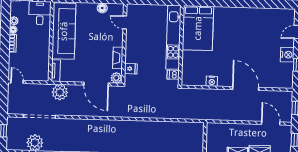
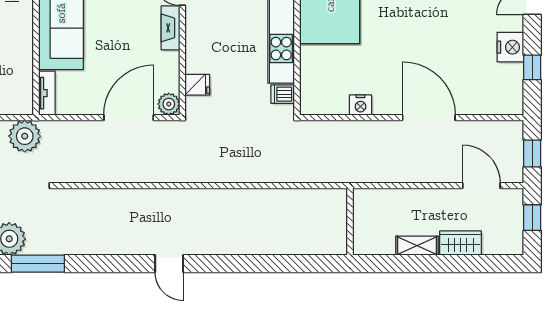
fireplace: (118, 58) -> (170, 28), moved
door: (96, 84) -> (129, 118), swing flipped
plant: (60, 92) -> (25, 136), moved

